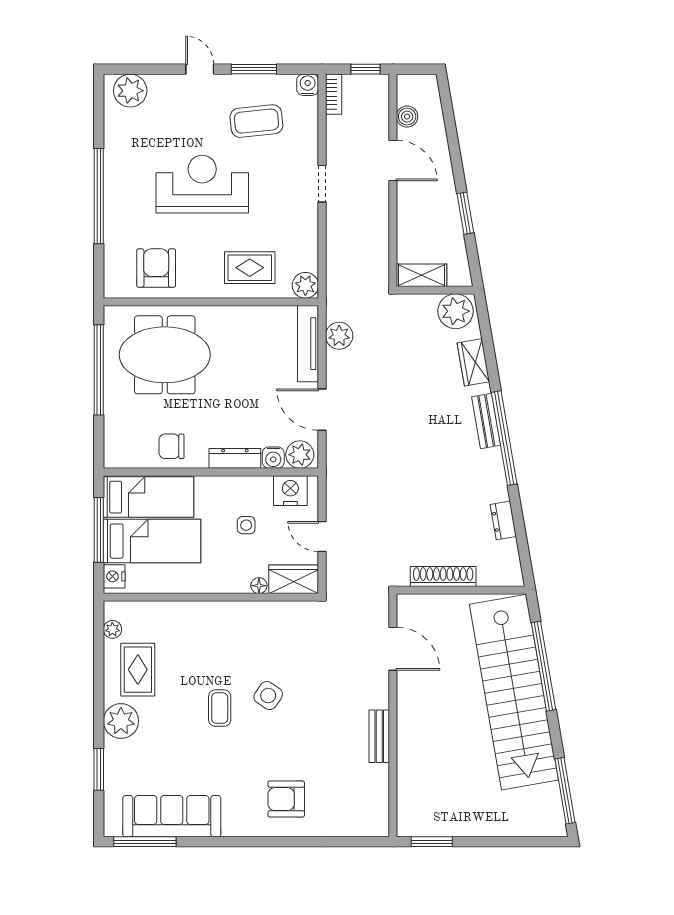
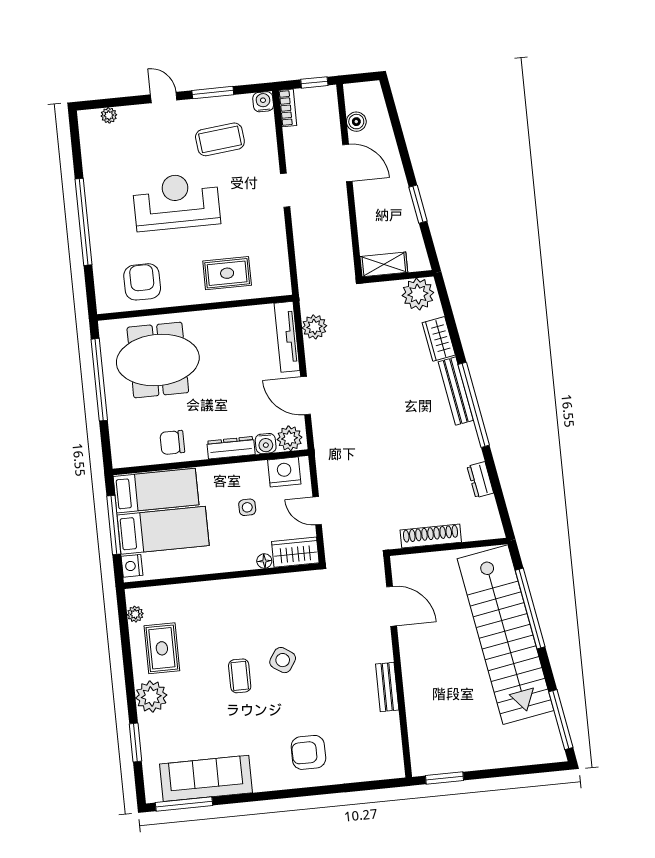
plant: (130, 91) -> (109, 115), width x0.53, depth x0.53
plant: (305, 285) -> (279, 284), removed
bench: (486, 421) -> (456, 391), width x1.36

